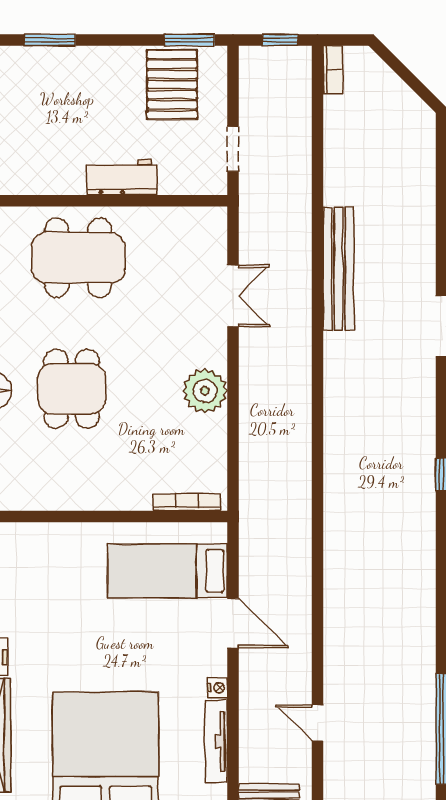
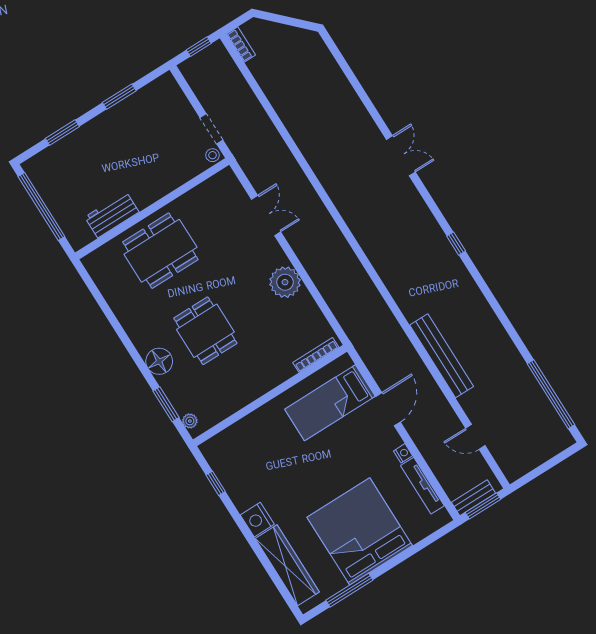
window: (190, 40) -> (119, 97), moved
pallet: (172, 85) -> (151, 113), removed
workbench: (122, 177) -> (112, 215), moved
stool: (214, 182) -> (212, 155), added
bench: (338, 269) -> (442, 356), moved
door: (233, 623) -> (388, 409), hinge flipped

